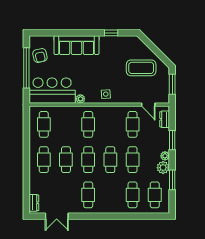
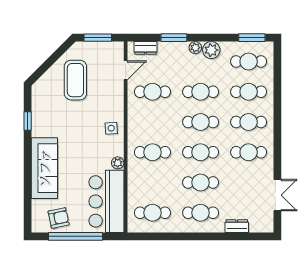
window: (172, 180) -> (252, 38), moved
cafe table: (110, 195) -> (249, 122), added
dresser: (34, 203) -> (237, 226), moved

